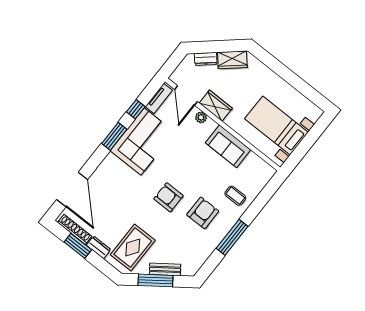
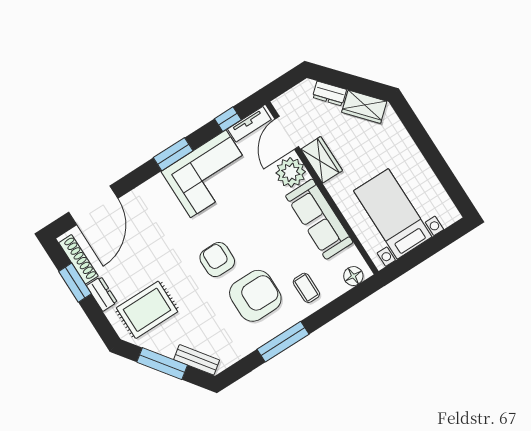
window: (136, 109) -> (228, 119), moved
plant: (201, 117) -> (291, 172), width x1.87, depth x1.87
sofa: (228, 146) -> (319, 219), width x1.36
floor lamp: (264, 177) -> (353, 276), added
armchair: (203, 213) -> (255, 296), width x1.36, depth x1.36
bench: (165, 269) -> (197, 360), moved

